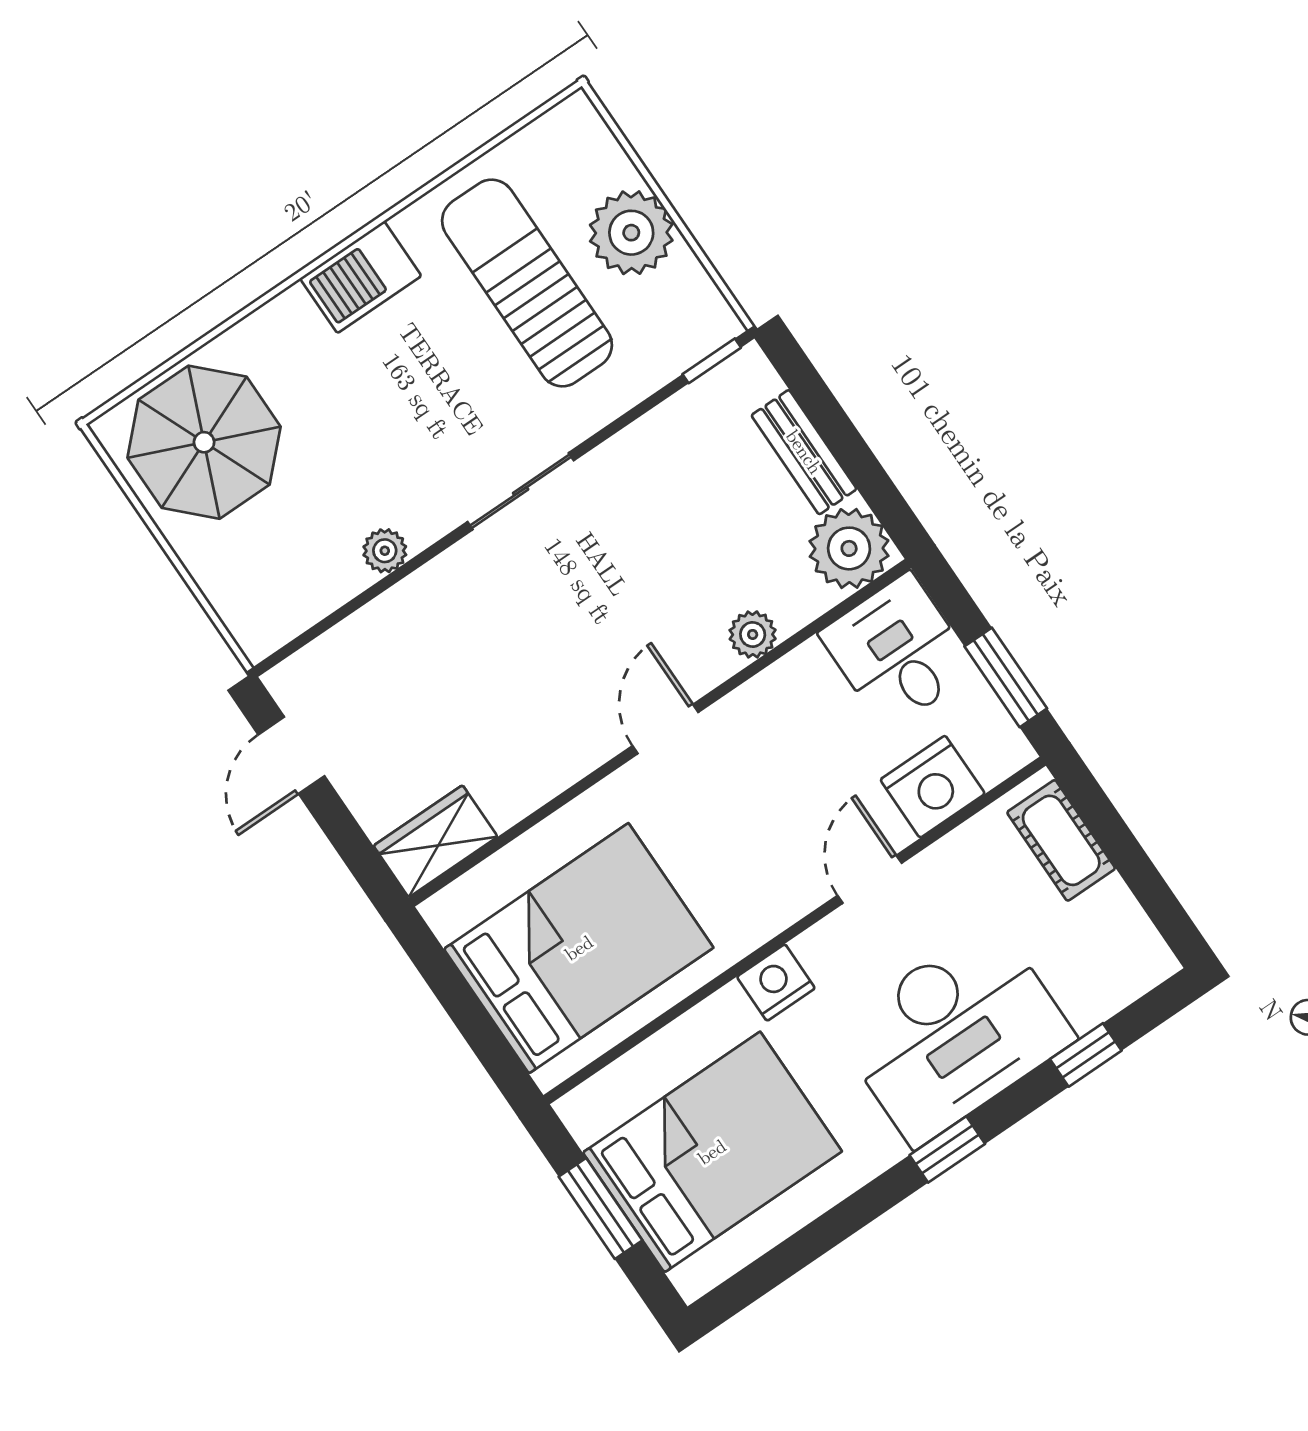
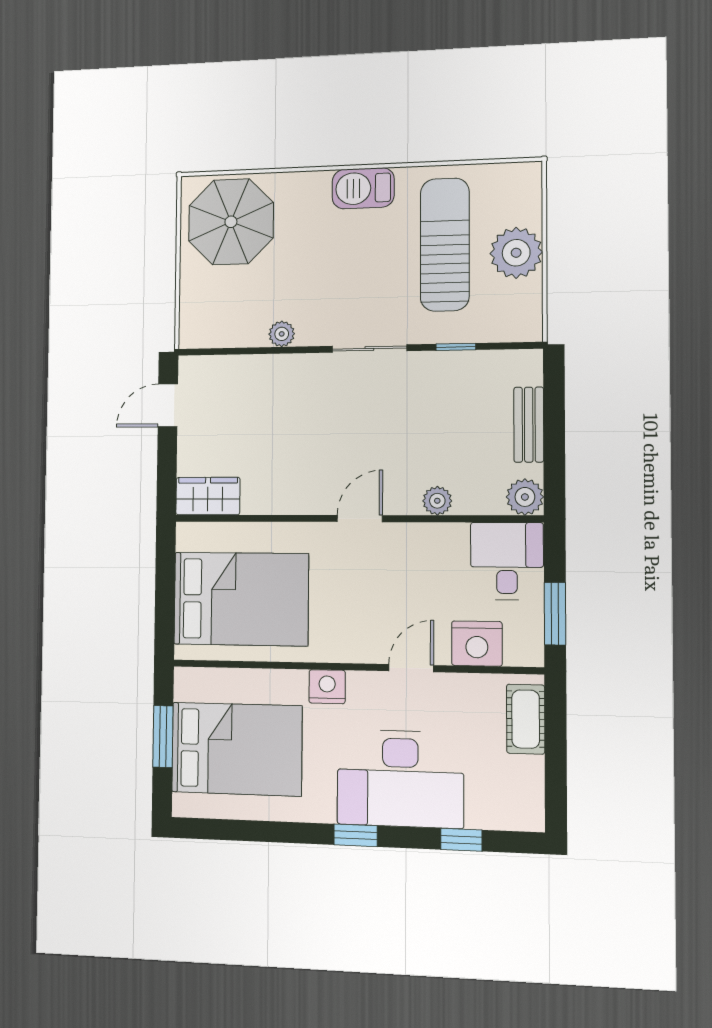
window: (712, 361) -> (456, 347), moved
plant: (849, 548) -> (525, 497), width x0.73, depth x0.73

